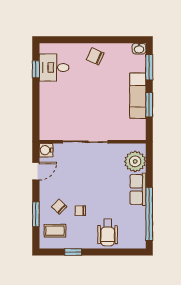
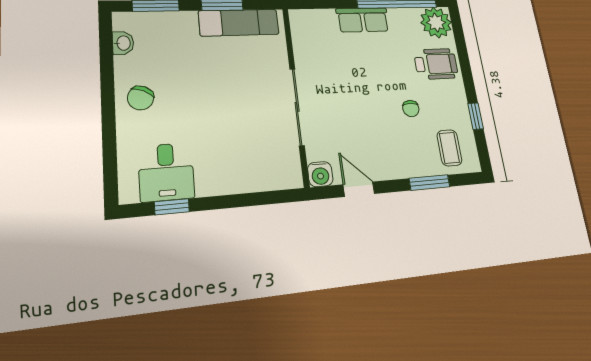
washbasin: (139, 49) -> (123, 43), moved
exam couch: (138, 96) -> (239, 23), moved
plant: (135, 161) -> (436, 22), moved
chair: (59, 207) -> (411, 144), removed

